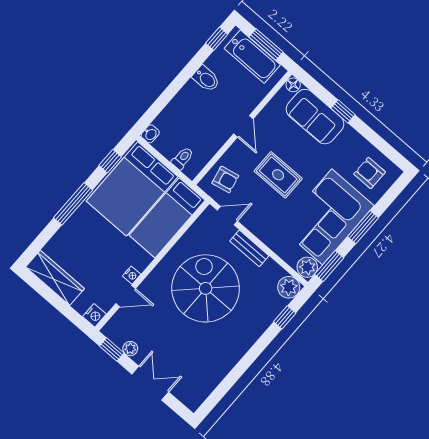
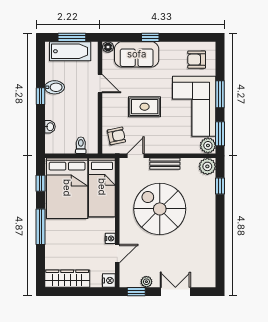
window: (217, 39) -> (40, 96), moved
door: (243, 126) -> (100, 84), moved
washbasin: (150, 134) -> (50, 127), moved

